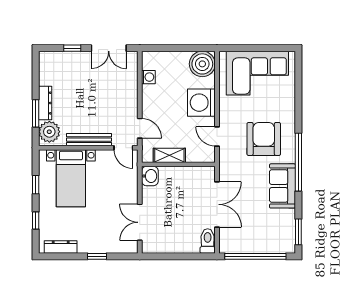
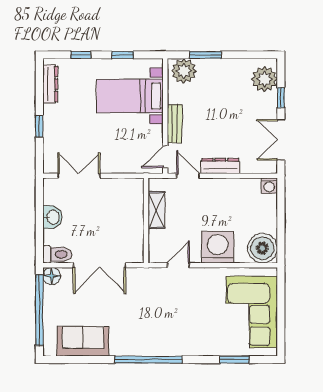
plant: (56, 62) -> (264, 79), added
washing machine: (148, 77) -> (269, 186), moved
dresser: (45, 103) -> (220, 166), moved, turned 180
door: (140, 128) -> (188, 176), swing flipped
armchair: (264, 139) -> (175, 319), removed
bench: (89, 140) -> (175, 124), width x0.73
washbasin: (150, 176) -> (52, 217), moved, turned -90
sofa: (283, 186) -> (83, 341), moved
window: (298, 232) -> (234, 360), moved
floor lamp: (226, 246) -> (52, 276), added

